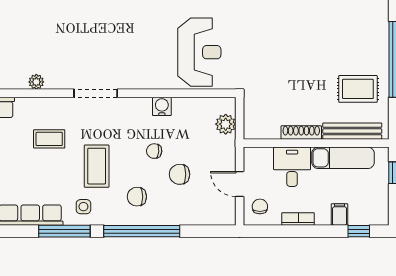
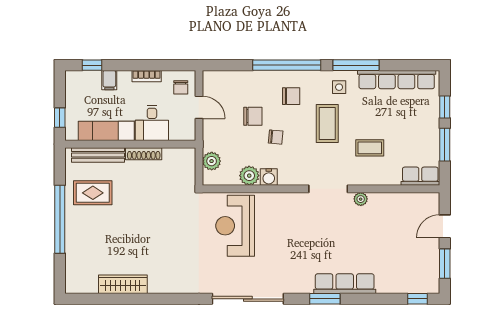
plant: (36, 82) -> (361, 199), moved
plant: (184, 108) -> (249, 176), added

